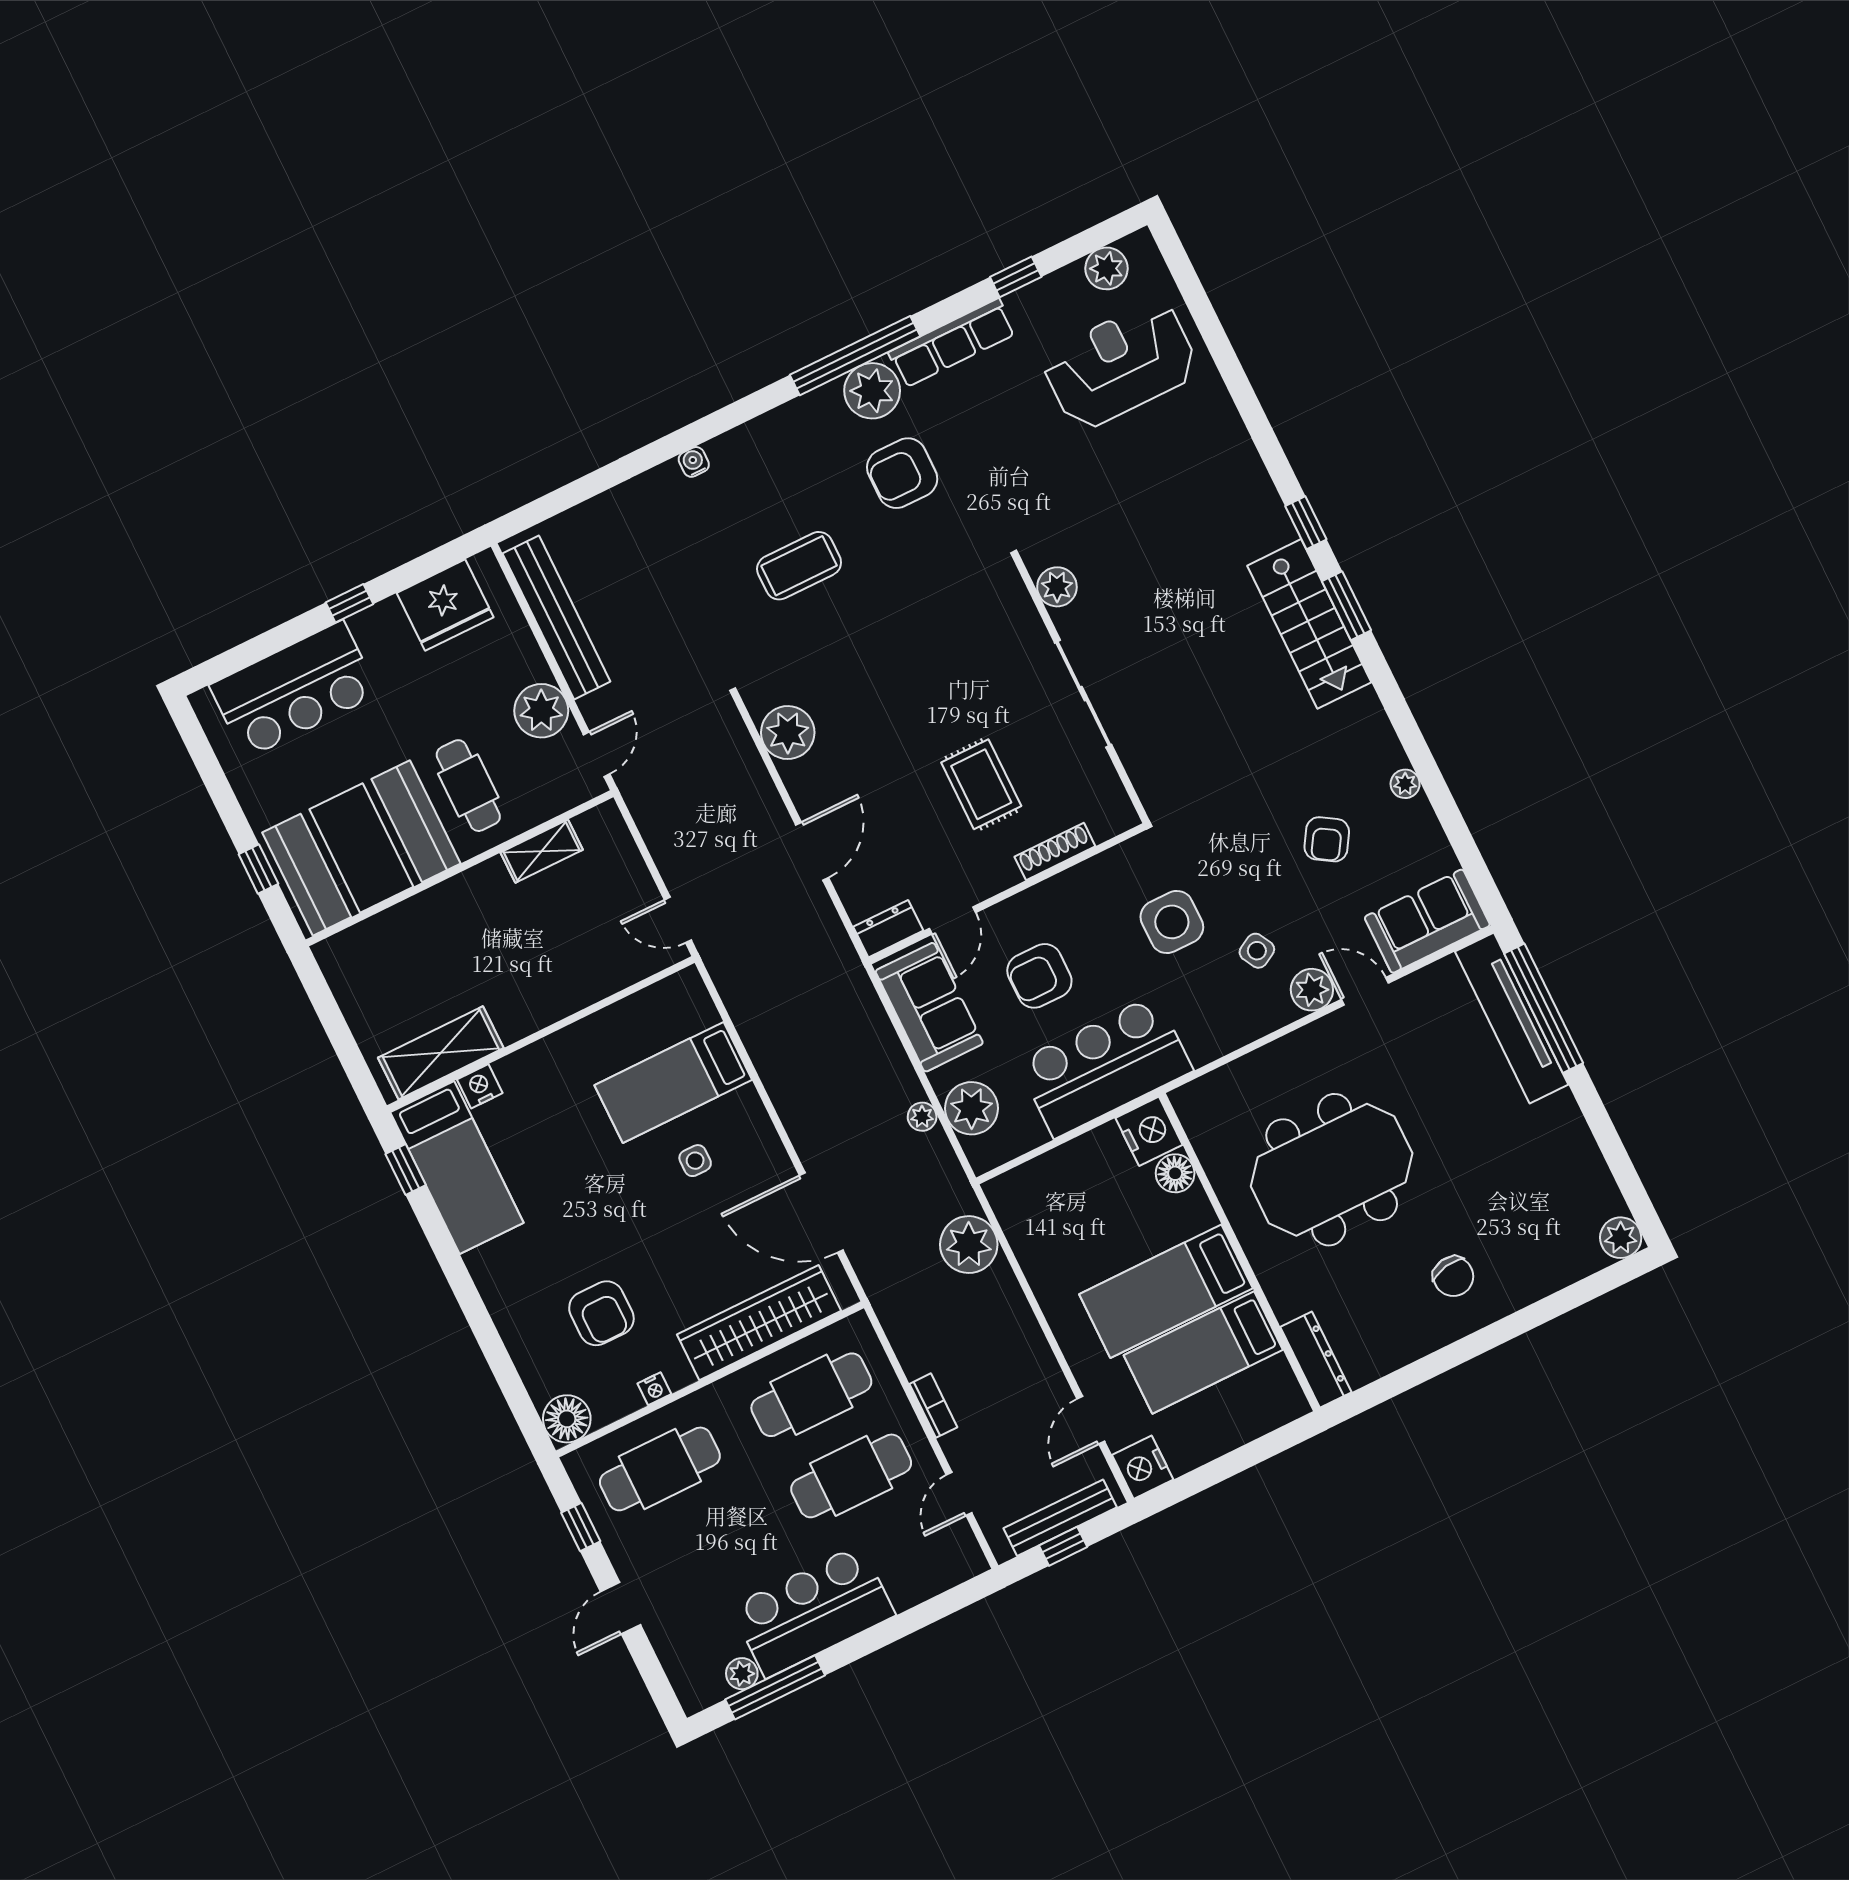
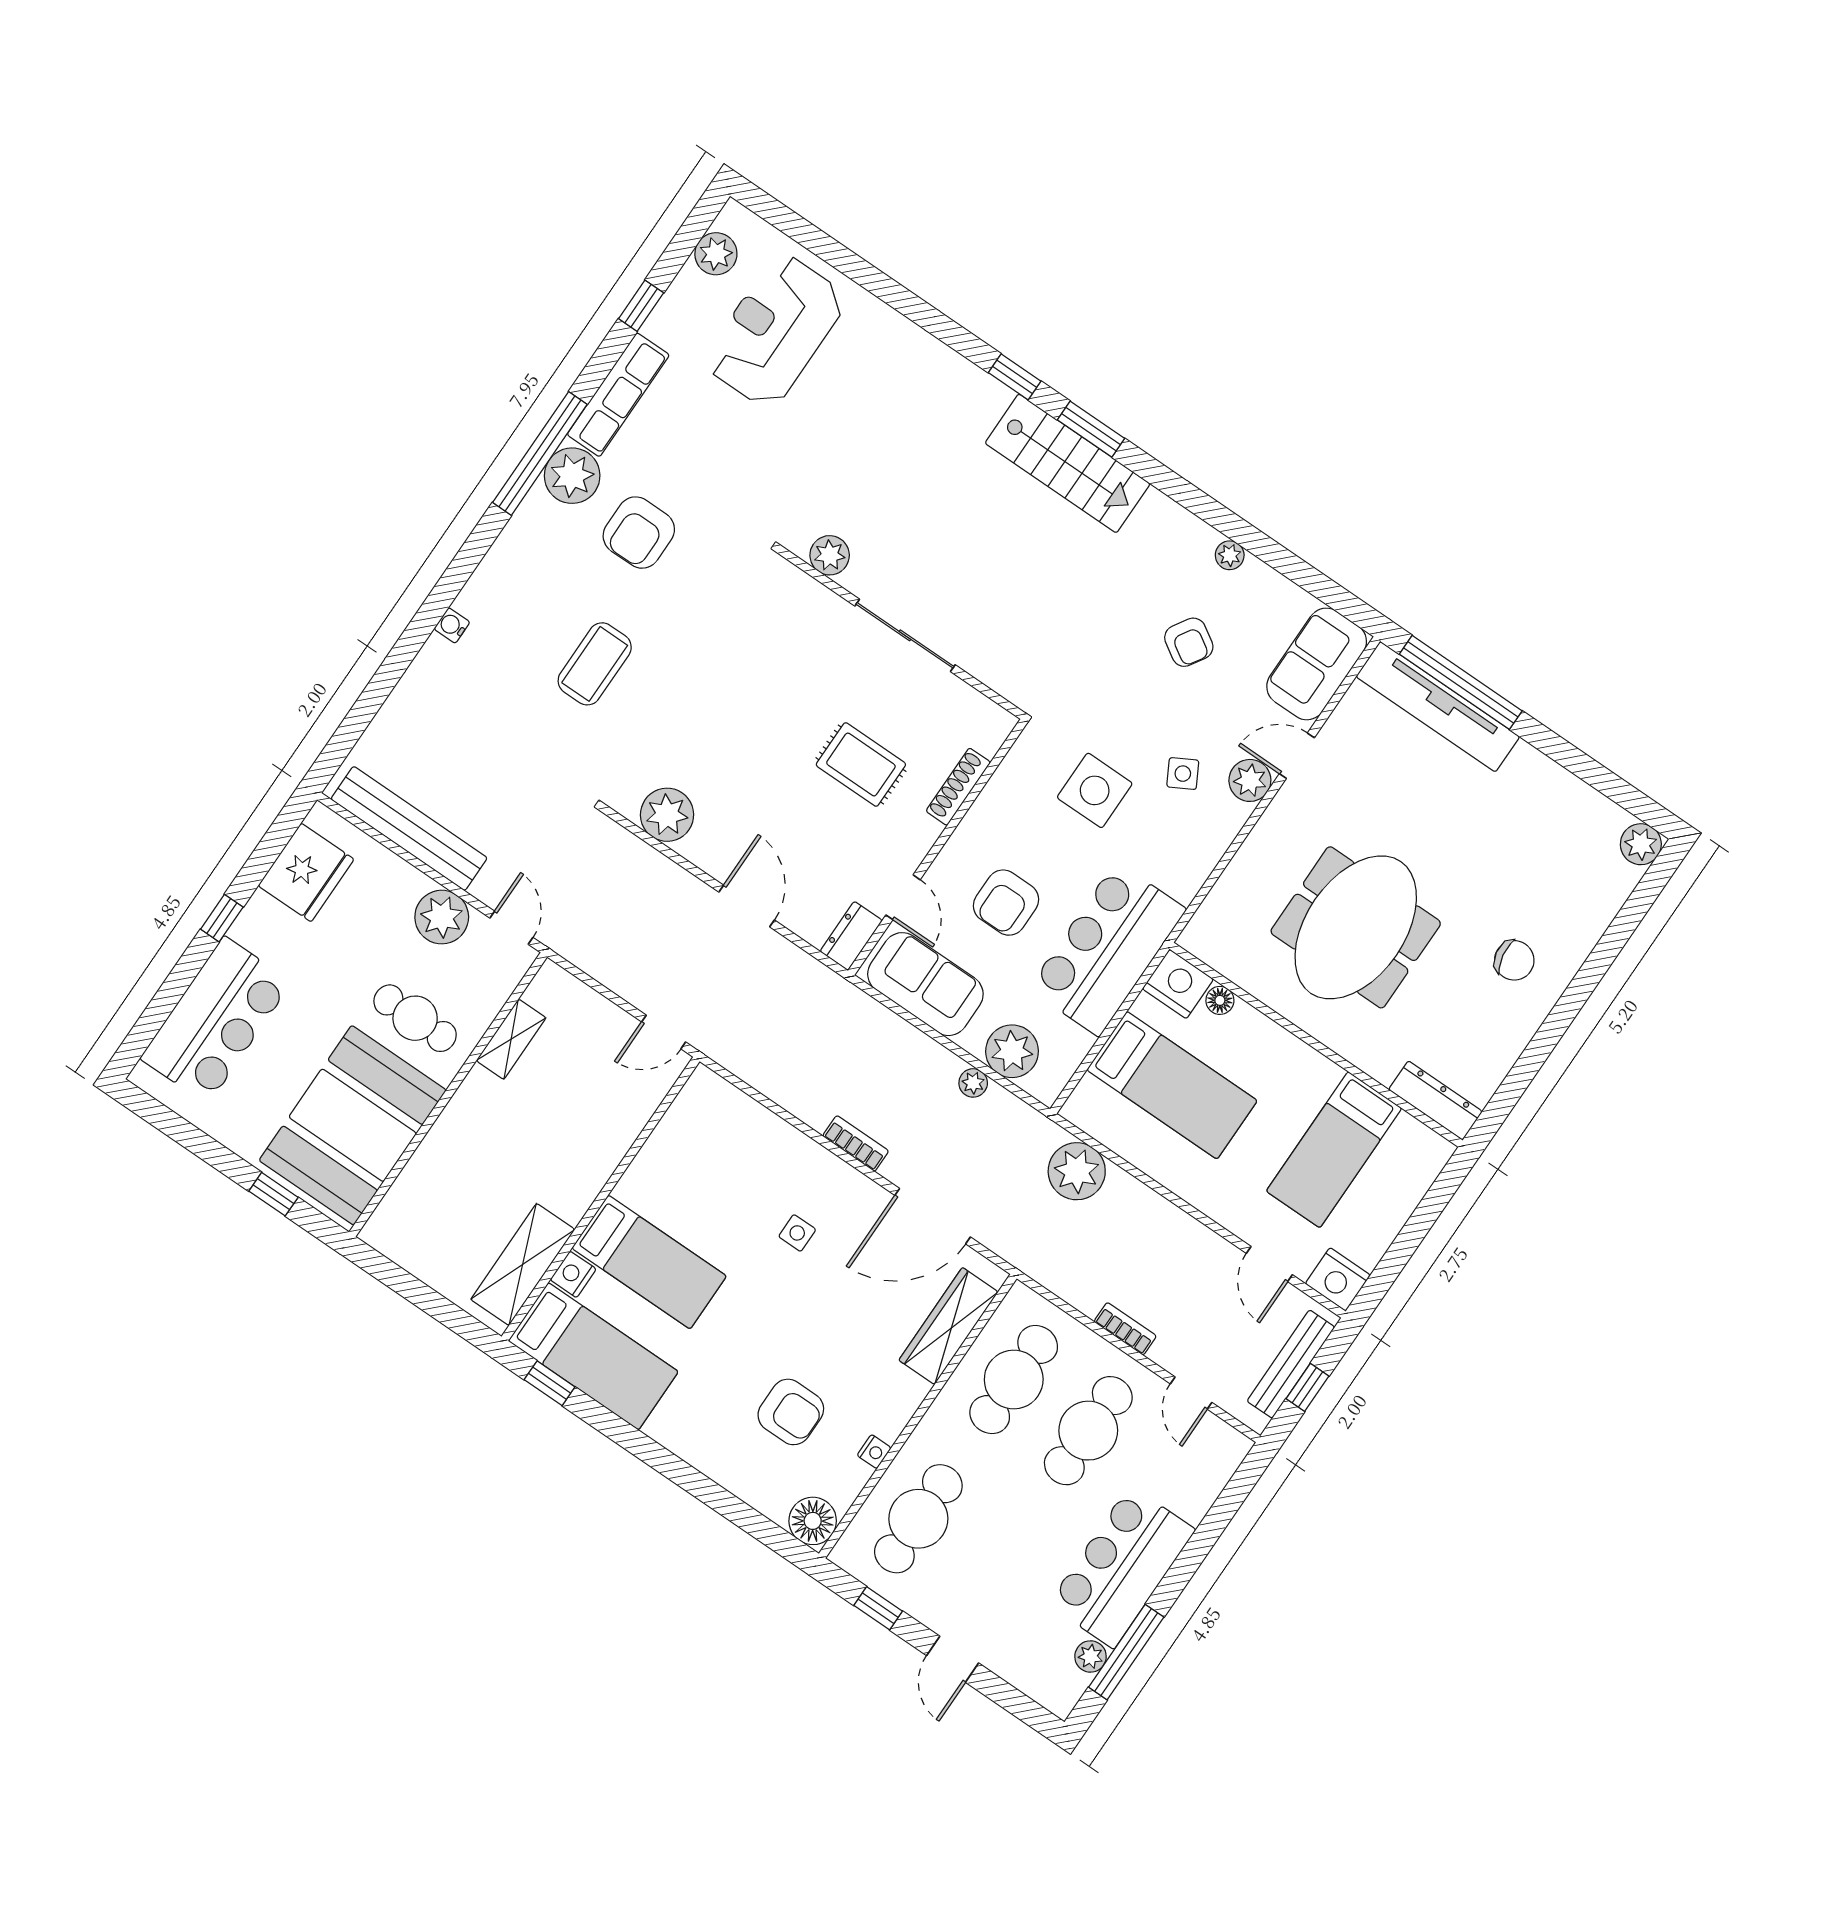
bed: (673, 1082) -> (649, 1262), moved, turned -90
bookcase: (790, 1112) -> (856, 1143), added
floor lamp: (1175, 1173) -> (1220, 1000), width x0.73, depth x0.73
bed: (1166, 1291) -> (1172, 1085), moved, turned -90
wardrobe: (759, 1323) -> (948, 1326), width x0.71, depth x0.85

